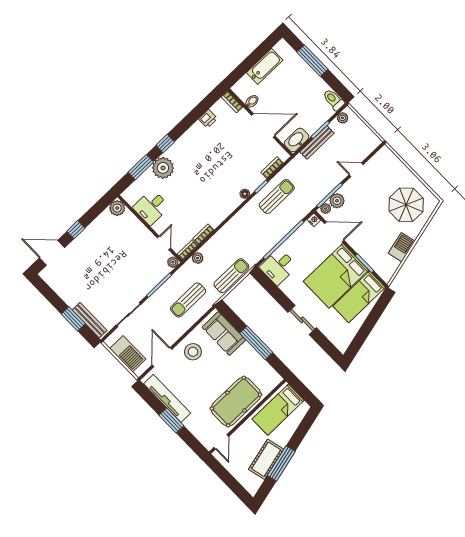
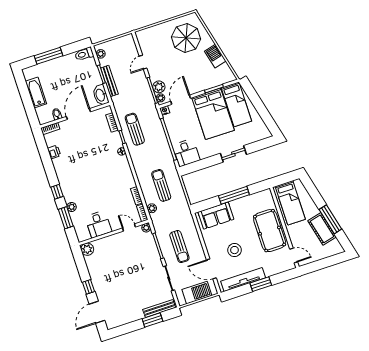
plant: (163, 168) -> (72, 207), width x0.53, depth x0.53
sun lounger: (231, 276) -> (161, 185), moved
sun lounger: (188, 300) -> (179, 247), moved
stool: (193, 352) -> (234, 250), moved

